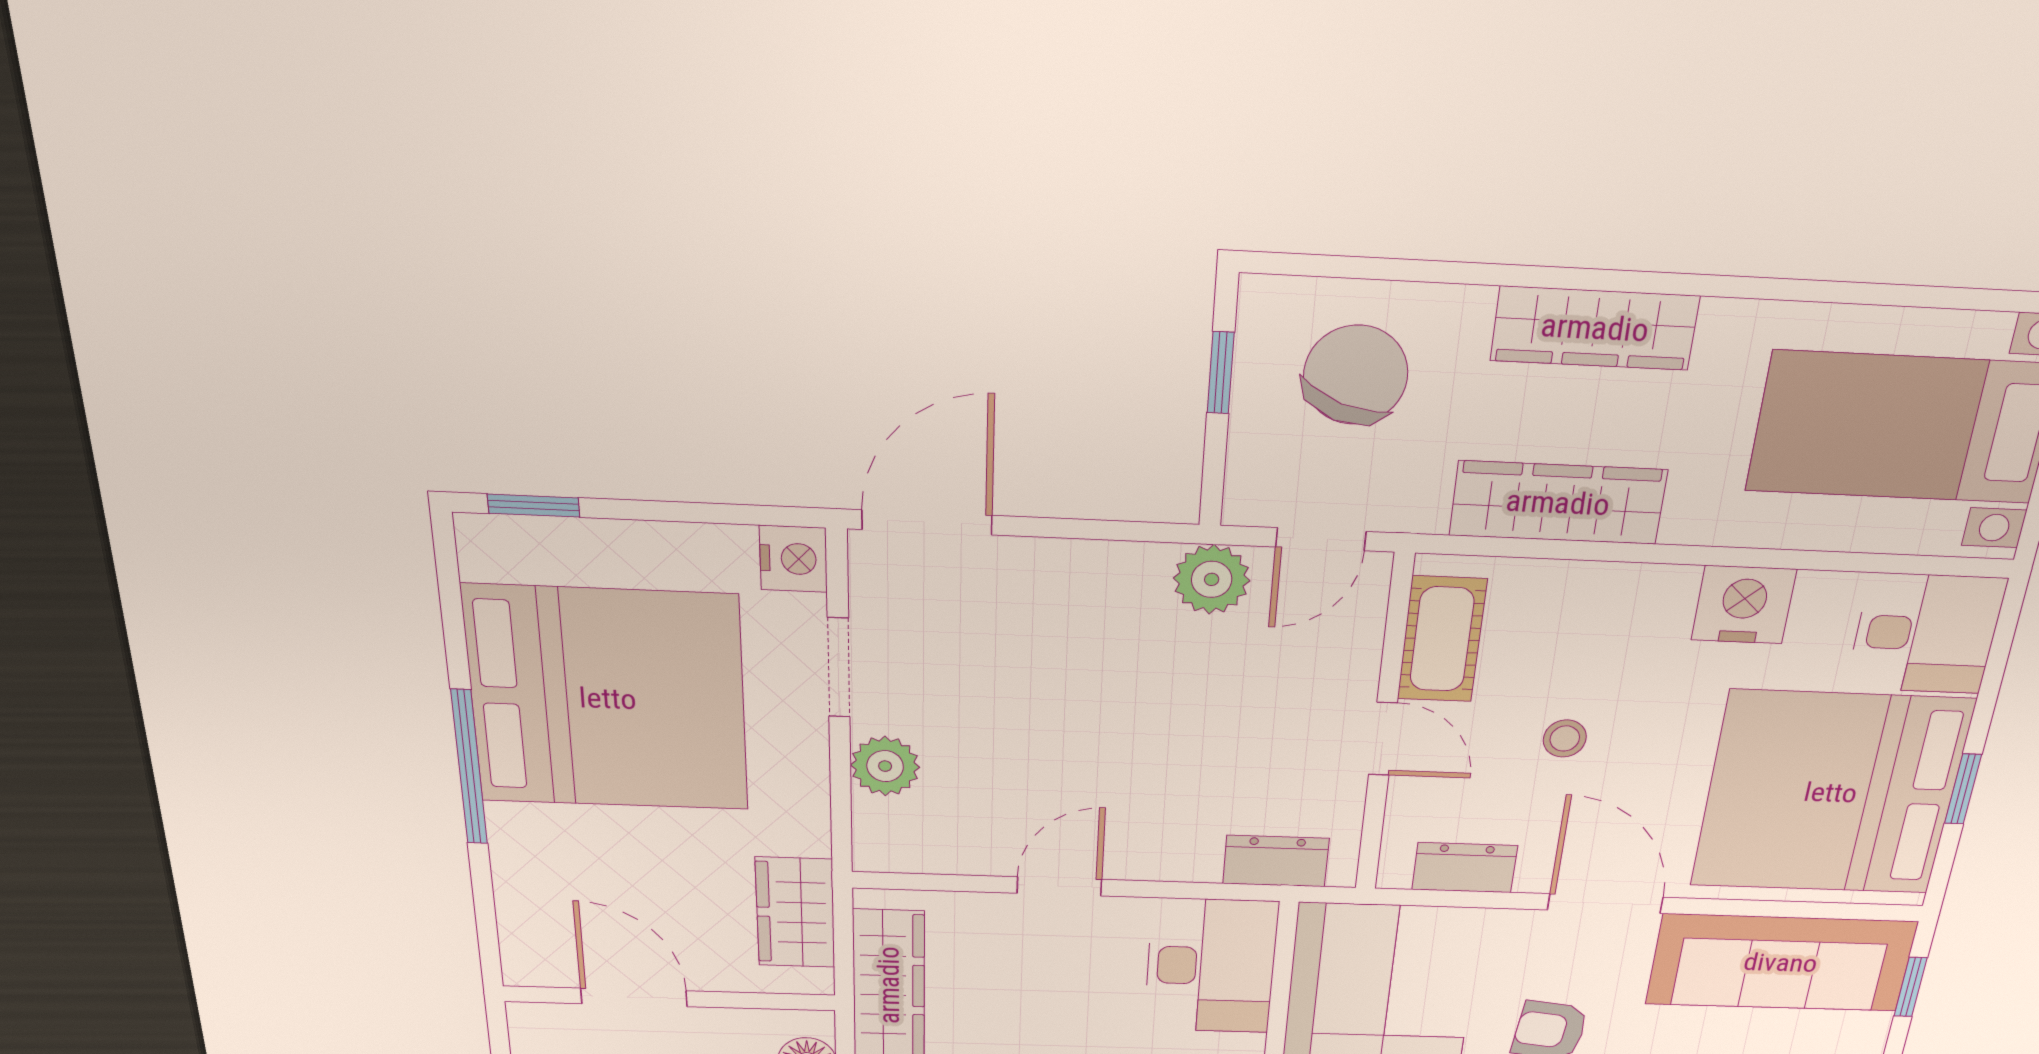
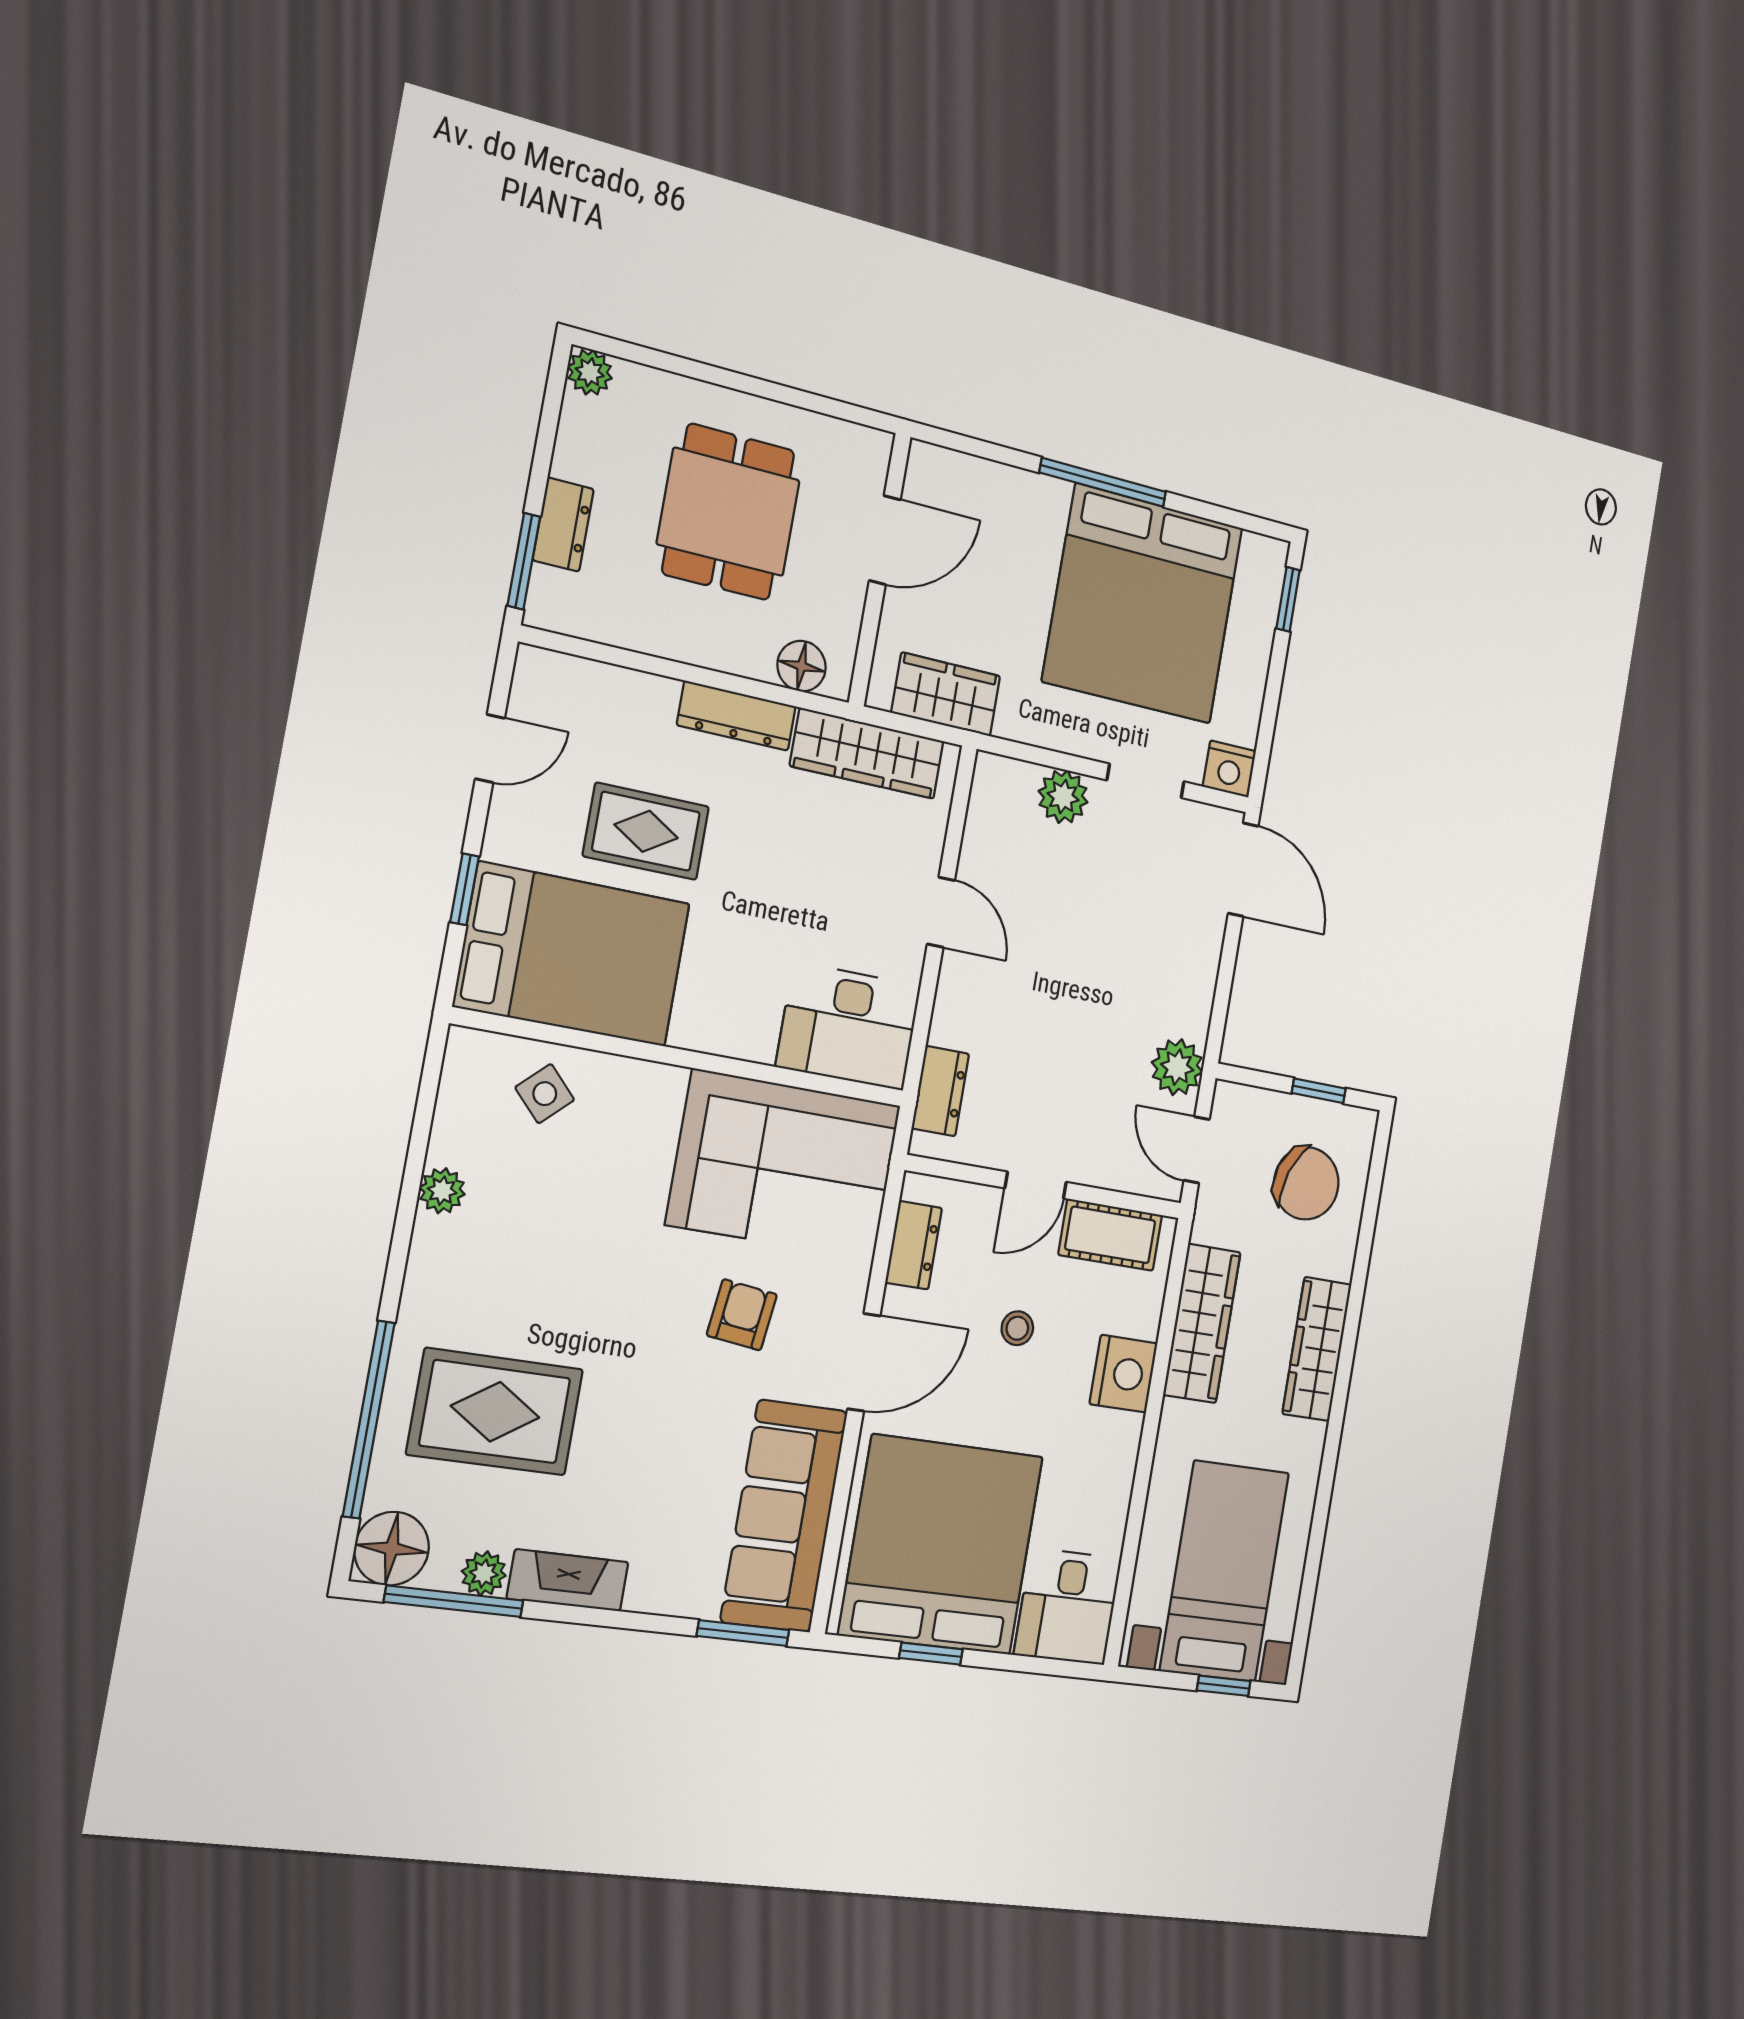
nightstand: (1744, 605) -> (1124, 1374), moved
window: (1911, 987) -> (743, 1633), width x1.50

